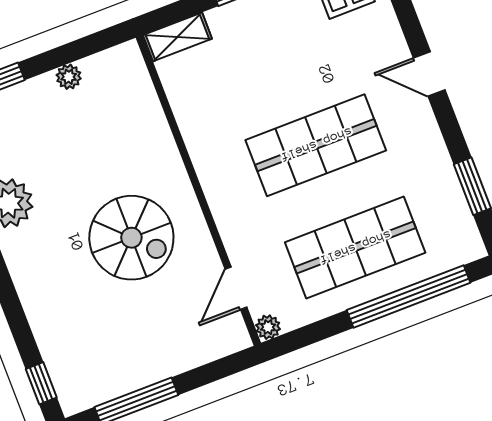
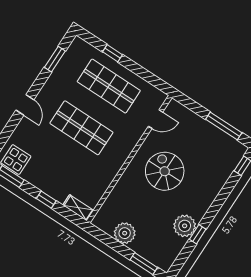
plant: (69, 77) -> (125, 233), width x1.88, depth x1.88
window: (409, 296) -> (113, 53), width x0.32
plant: (268, 327) -> (161, 97), removed

